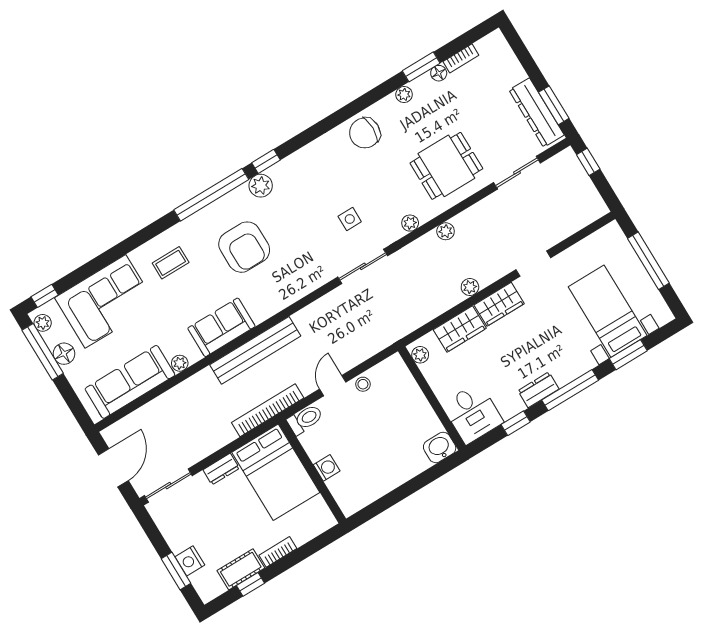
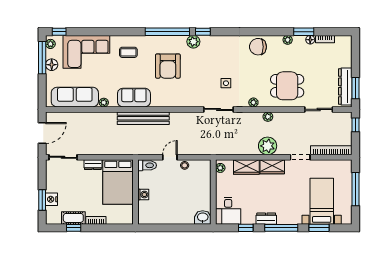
plant: (470, 287) -> (268, 146), width x1.88, depth x1.88
bookcase: (268, 410) -> (331, 150), moved

